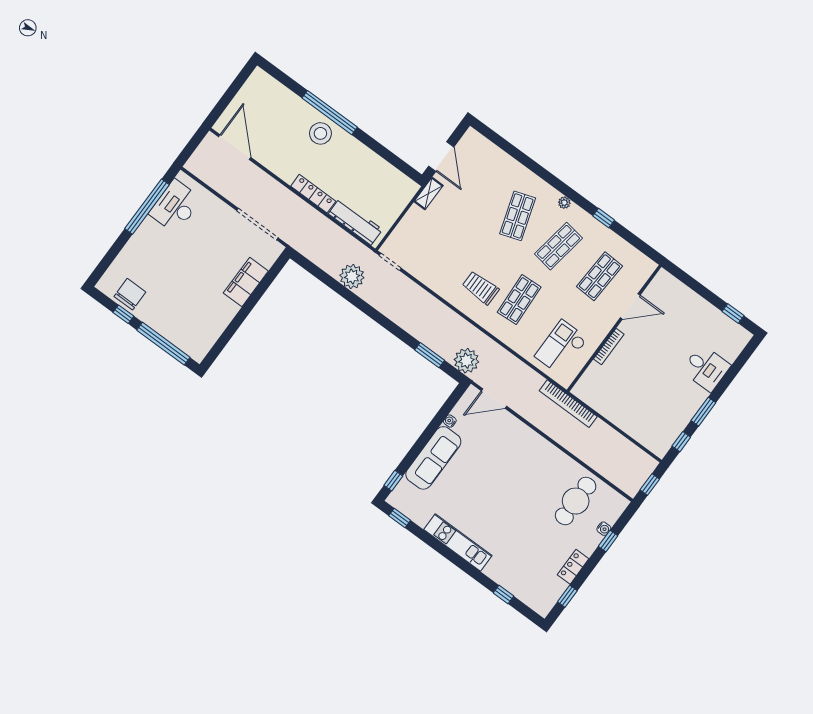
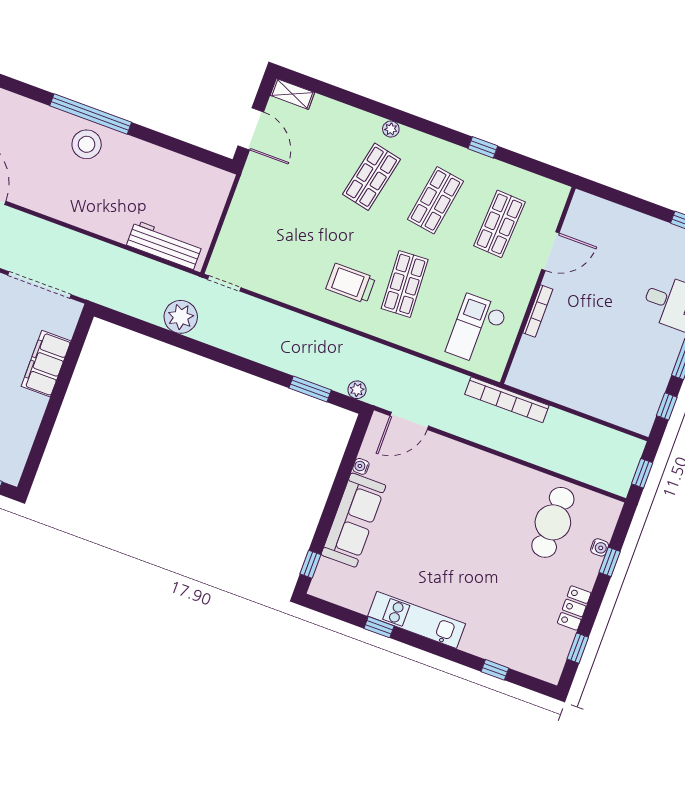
shelving: (429, 193) -> (292, 94), moved, turned 90
locker: (313, 194) -> (100, 225), removed
plant: (564, 203) -> (391, 129), moved
shop shelf: (518, 216) -> (371, 177), turned 30
plant: (466, 361) -> (357, 390), width x0.53, depth x0.53
window: (400, 518) -> (379, 627), moved

